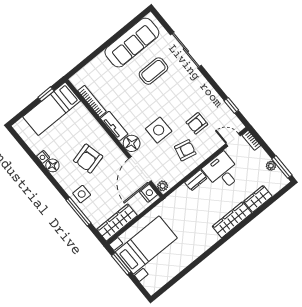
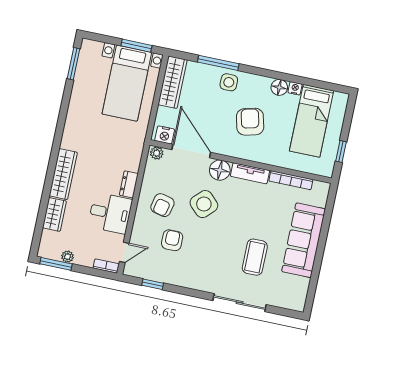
sofa: (132, 43) -> (304, 240), moved
bed: (52, 109) -> (312, 121), moved, turned 180
side table: (159, 130) -> (204, 204), turned 45
window: (170, 284) -> (74, 64), added

